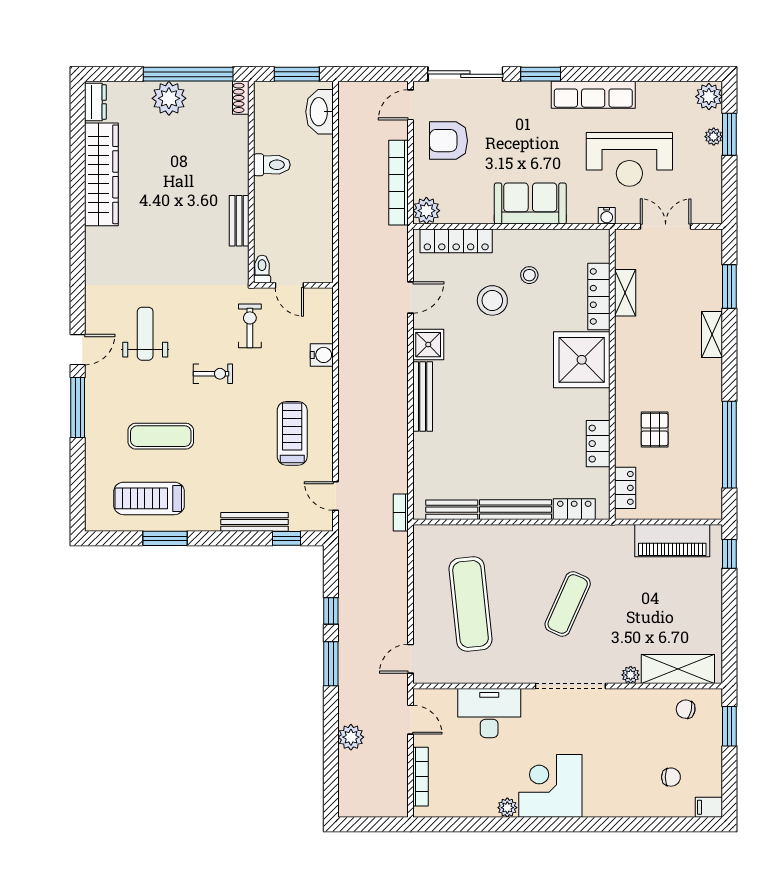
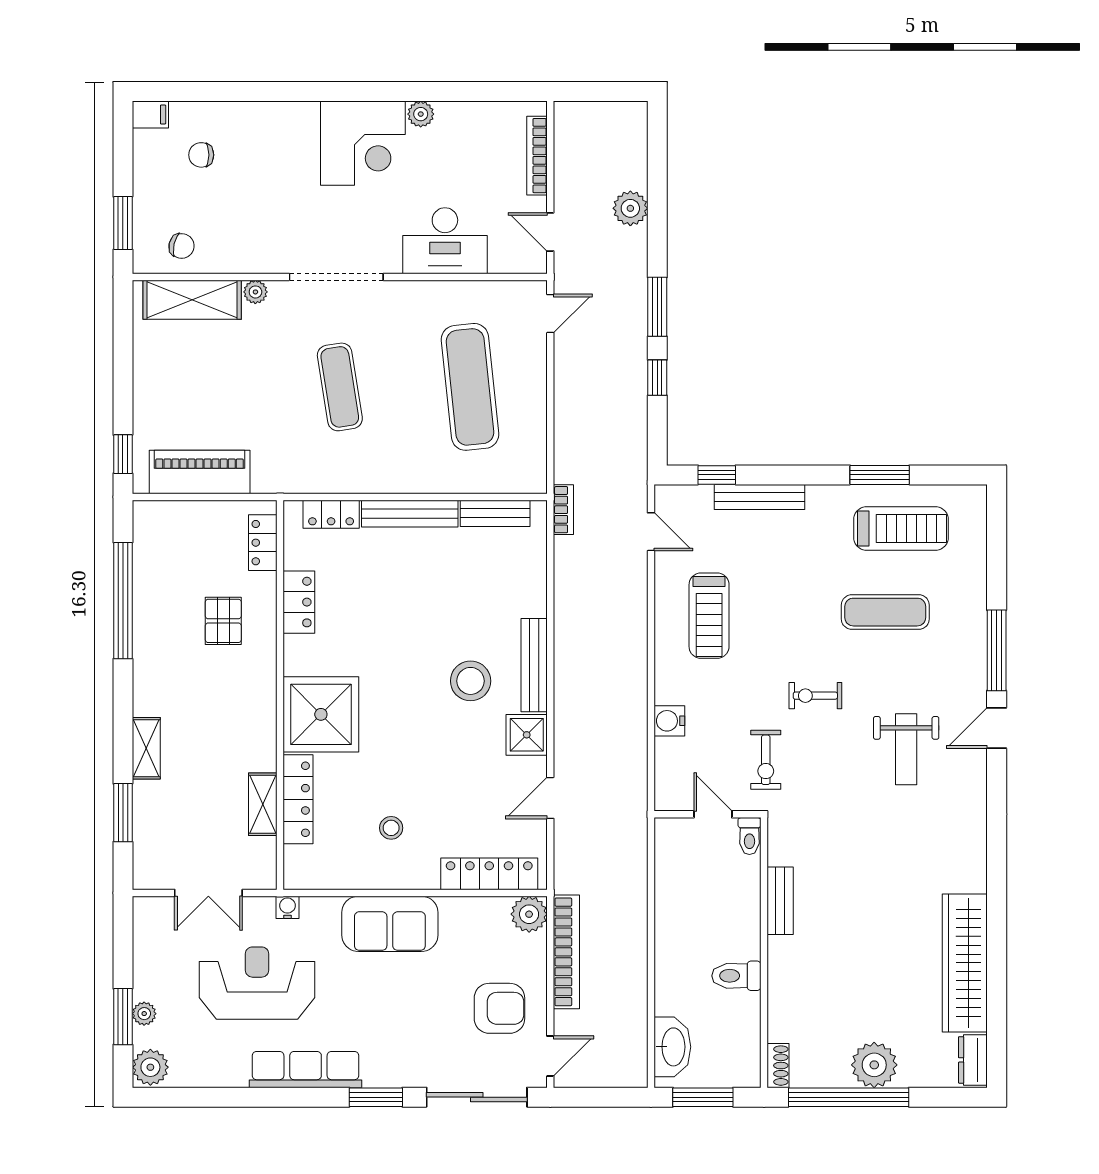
stool: (492, 300) -> (471, 681), moved
exercise mat: (568, 604) -> (340, 387), turned -33

